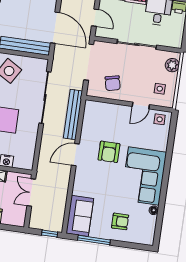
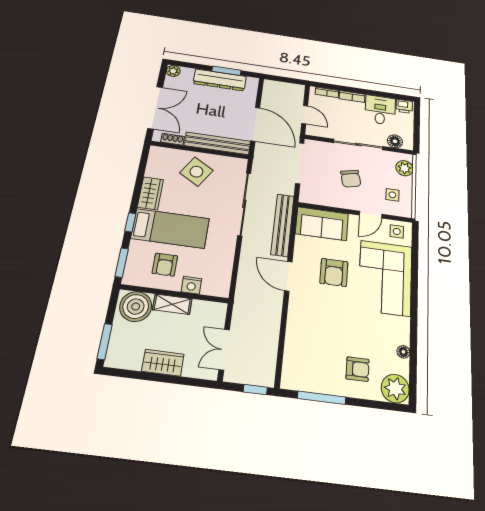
floor lamp: (167, 41) -> (395, 141), added
chair: (113, 83) -> (351, 179), moved
door: (75, 155) -> (288, 276), hinge flipped
corner sofa: (144, 176) -> (385, 278), moved
double door: (31, 193) -> (224, 350), moved
sofa: (80, 216) -> (322, 224), moved, turned 90
plant: (145, 235) -> (395, 389), added

